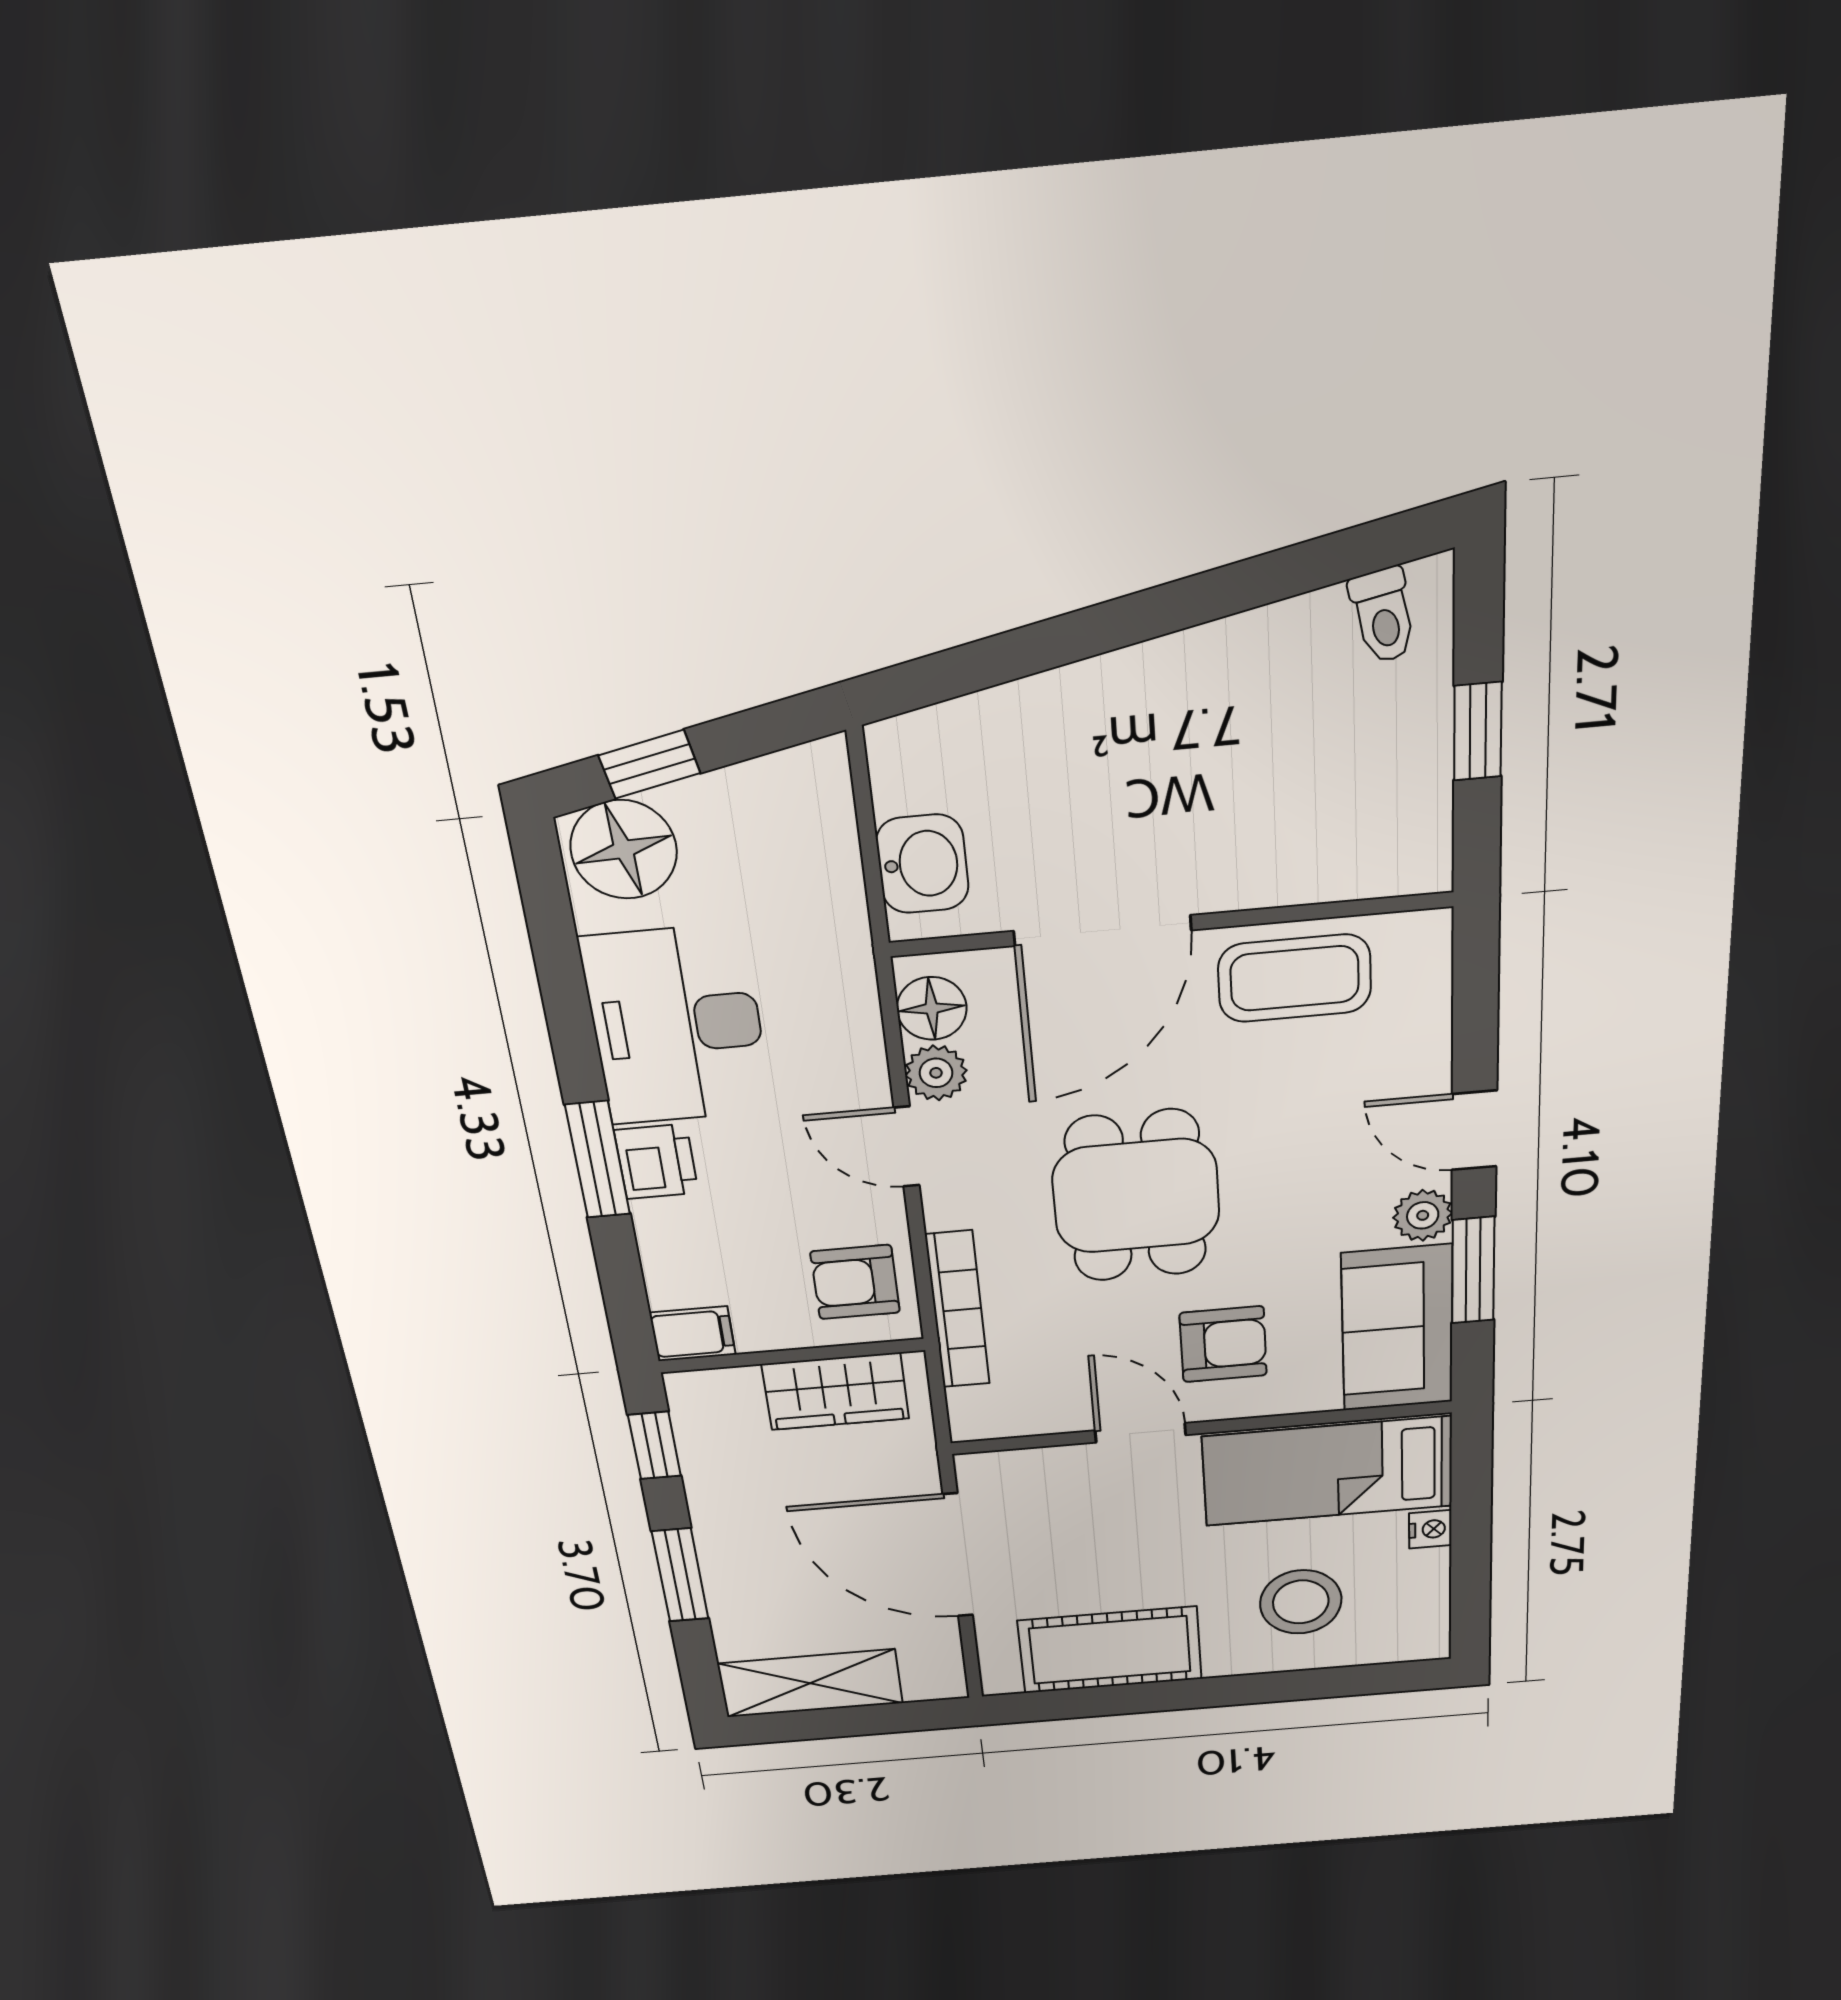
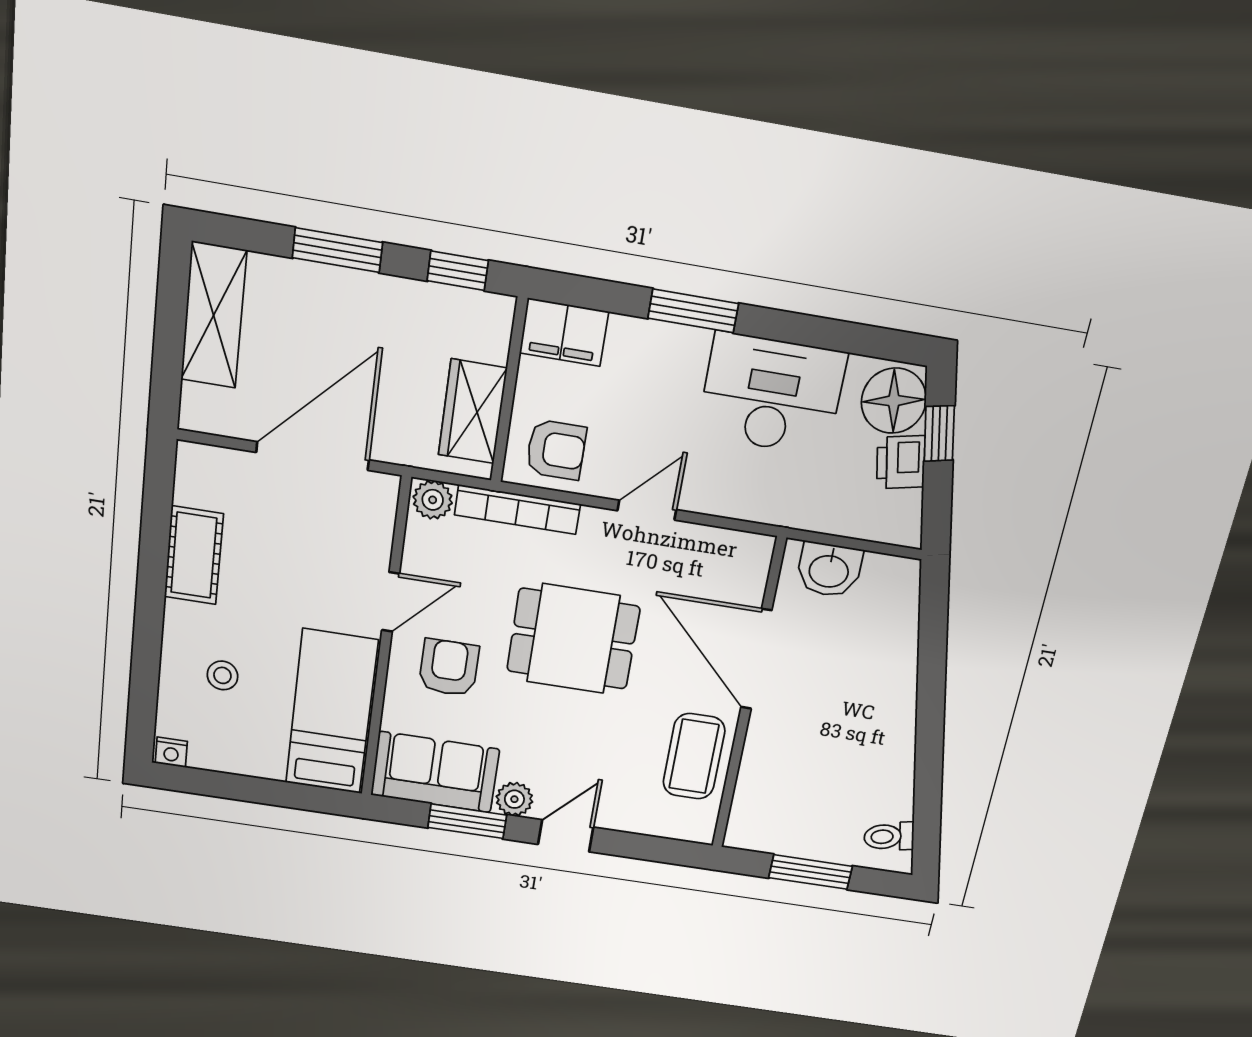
window: (1478, 731) -> (811, 872), width x1.50
floor lamp: (932, 1008) -> (736, 551), removed
plant: (936, 1073) -> (433, 500), moved
printer: (656, 1162) -> (901, 462), moved, turned 78
armchair: (855, 1282) -> (556, 450), turned 90
filing cabinet: (693, 1334) -> (564, 332), width x2.00
armchair: (1223, 1344) -> (449, 668), turned 180
nightstand: (1430, 1529) -> (171, 752), moved
stool: (1301, 1602) -> (222, 675), width x0.53, depth x0.53
cot: (1110, 1650) -> (194, 555), width x0.73, depth x0.75

